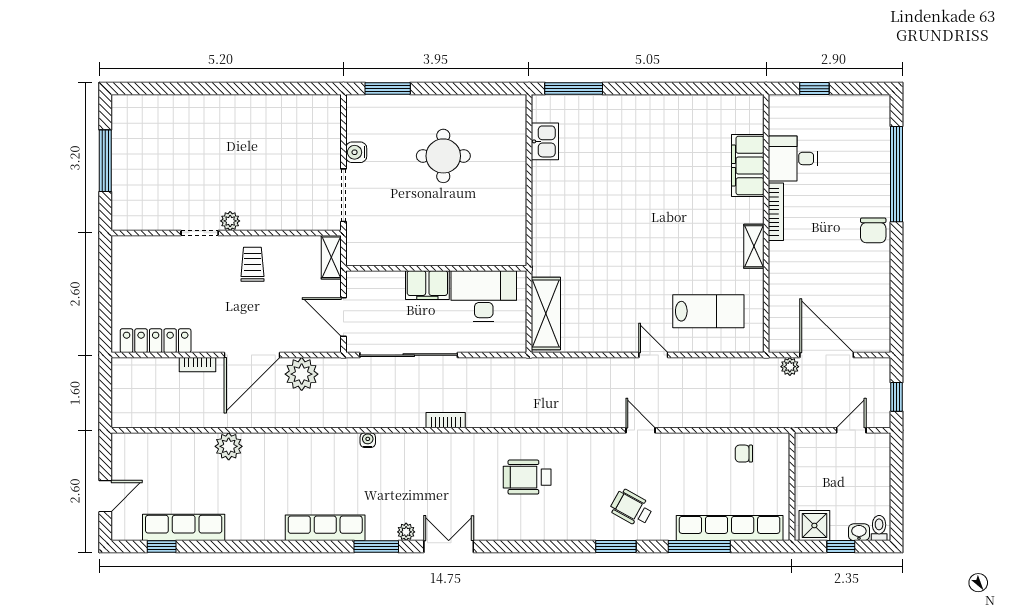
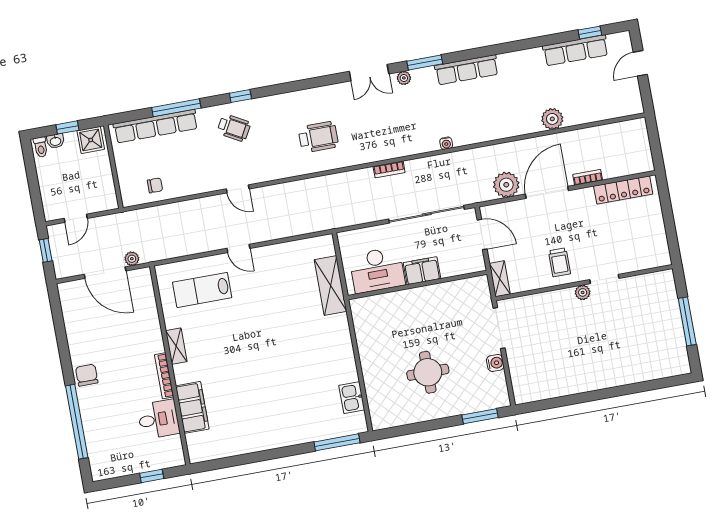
shelving: (546, 313) -> (330, 285), moved
window: (616, 546) -> (240, 96), width x0.67

